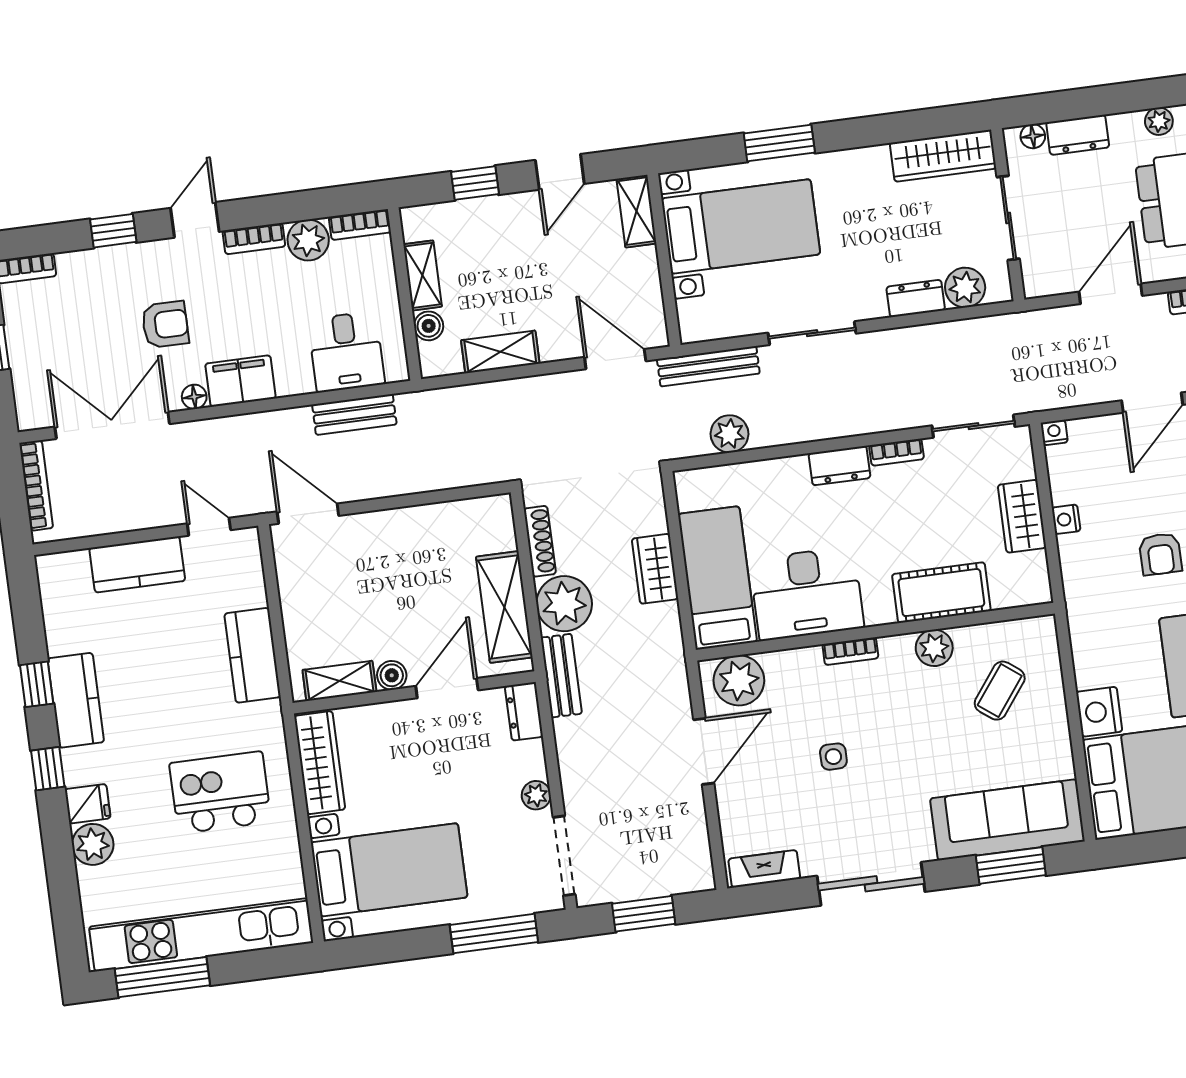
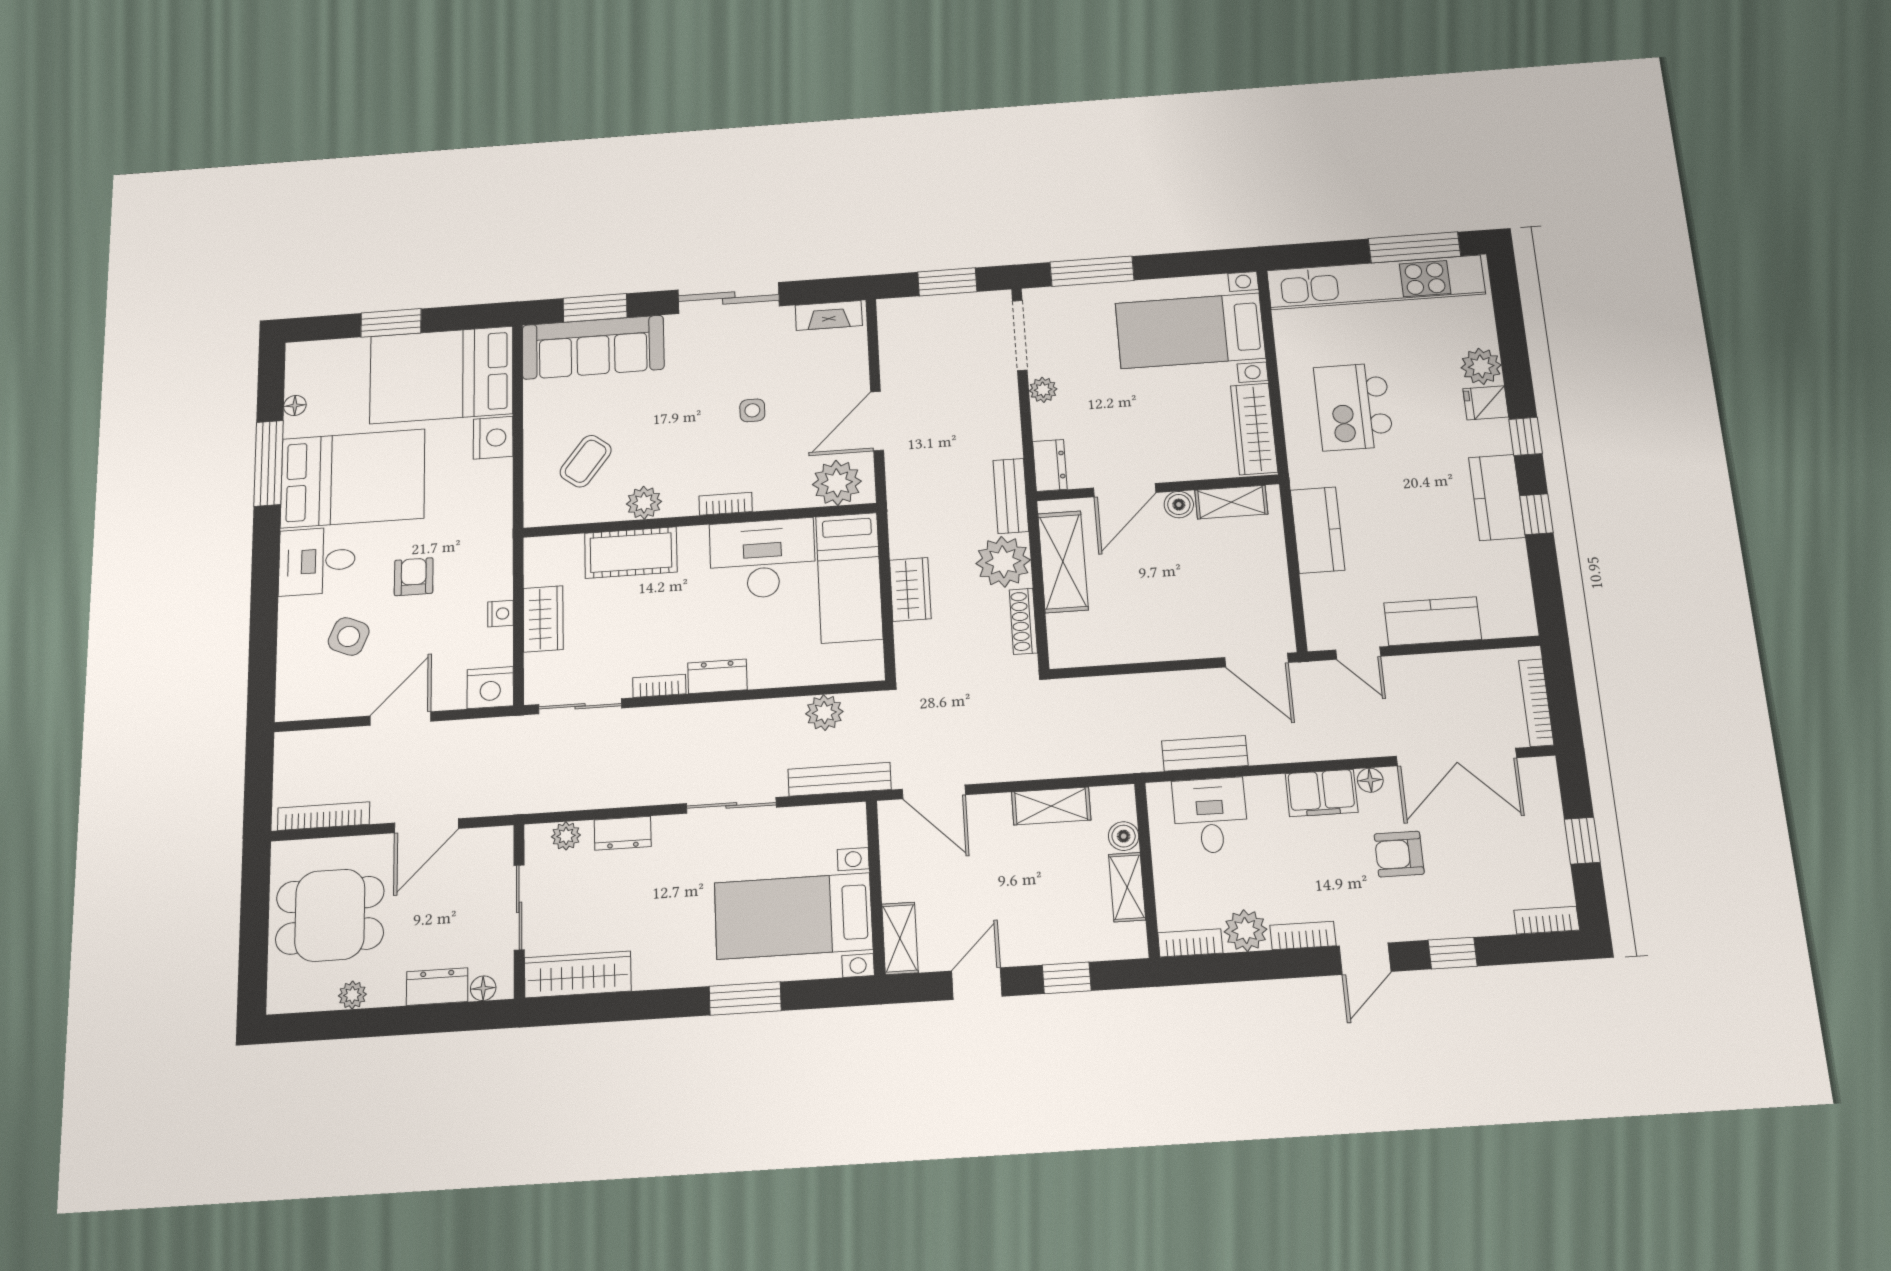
plant: (965, 288) -> (566, 836), width x0.73, depth x0.73
nightstand: (1054, 433) -> (490, 688), width x1.89, depth x1.79
kitchen island: (220, 793) -> (1354, 407), turned 90

